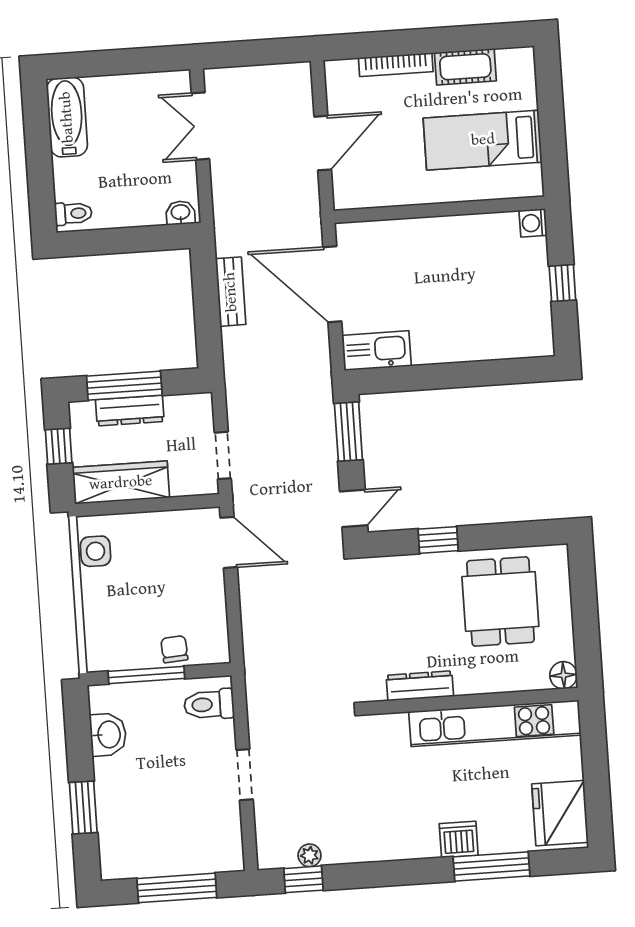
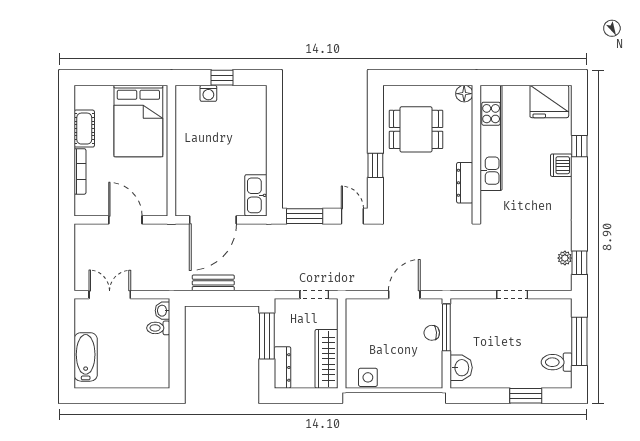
bathtub: (67, 117) -> (86, 357), moved, turned 90
double door: (200, 126) -> (110, 295), swing flipped
bed: (483, 140) -> (138, 121), width x1.50
toilet: (73, 213) -> (158, 328), moved, turned -90
washing machine: (533, 223) -> (208, 93), moved
window: (124, 386) -> (267, 336), moved
dresser: (130, 411) -> (282, 367), moved
window: (59, 446) -> (302, 396), removed
door: (229, 542) -> (404, 295), moved
window: (146, 675) -> (446, 327), moved
toilet: (209, 704) -> (557, 362), moved, turned 90
washbasin: (108, 735) -> (461, 368), moved, turned 90
window: (491, 866) -> (579, 146), width x0.46

